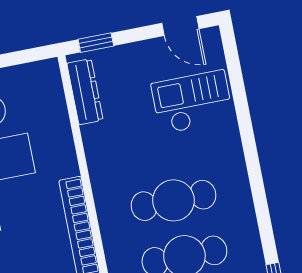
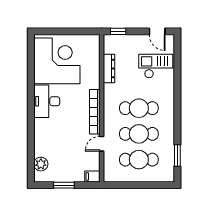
dresser: (85, 92) -> (109, 68), moved

